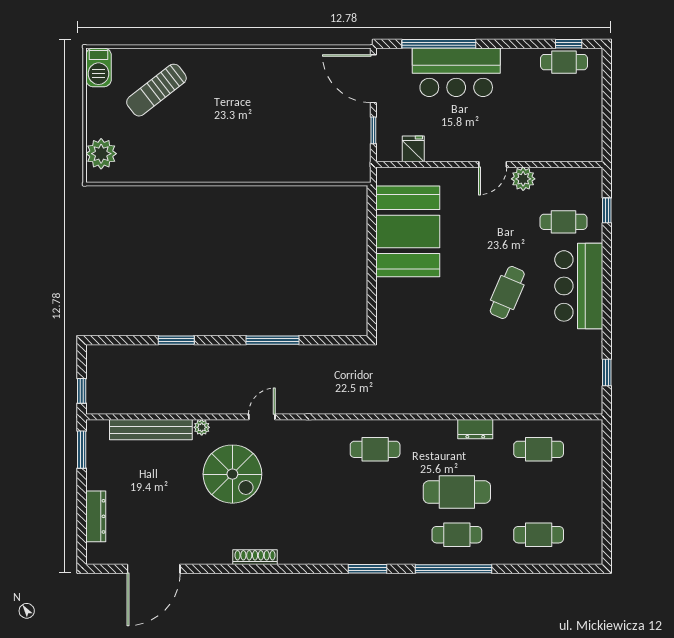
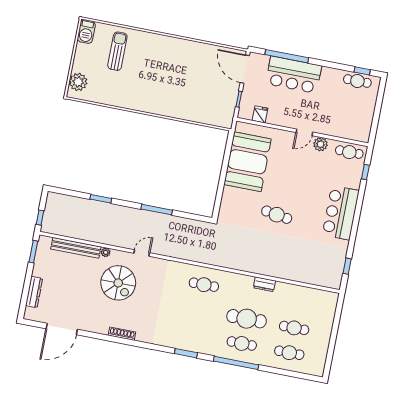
sun lounger: (156, 90) -> (117, 51), turned 128
cafe table: (563, 222) -> (349, 152), moved
cafe table: (507, 292) -> (277, 215), moved, turned 76
cafe table: (539, 449) -> (294, 328), moved

